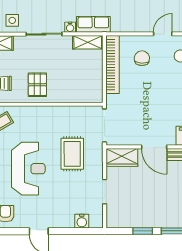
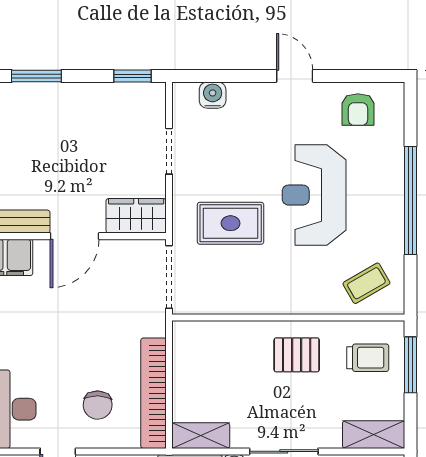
pallet: (37, 85) -> (297, 355), turned 90
door: (154, 147) -> (75, 236), swing flipped
rug: (72, 154) -> (231, 223), turned 90
window: (143, 231) -> (132, 76), moved

